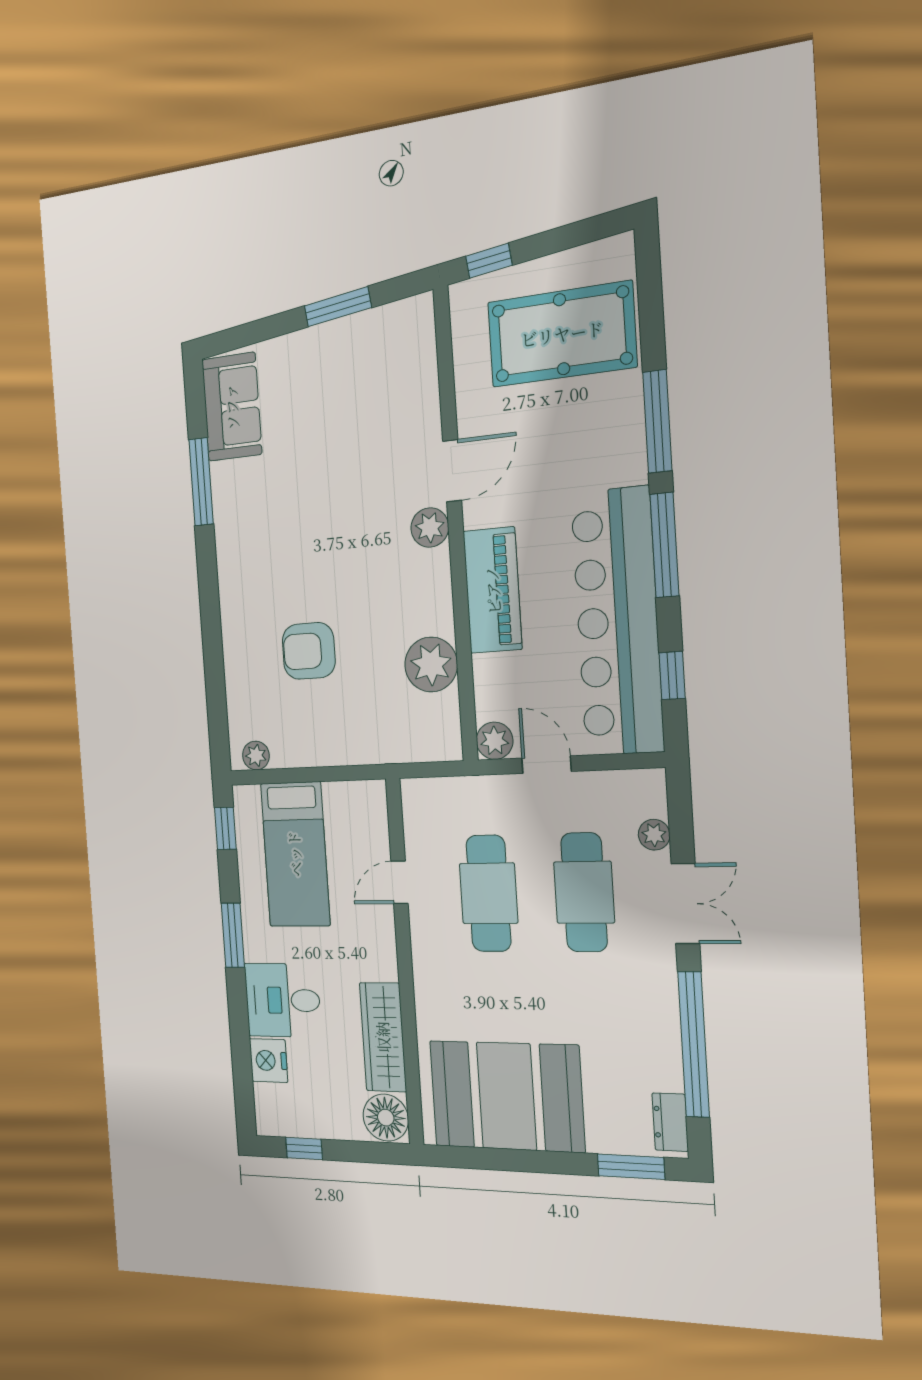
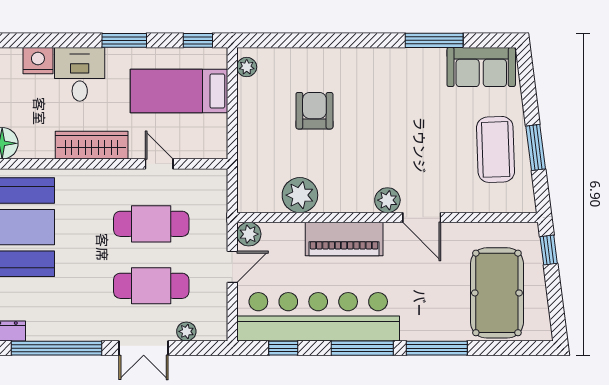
coffee table: (345, 368) -> (496, 149), added
wardrobe: (383, 1037) -> (92, 145), moved

